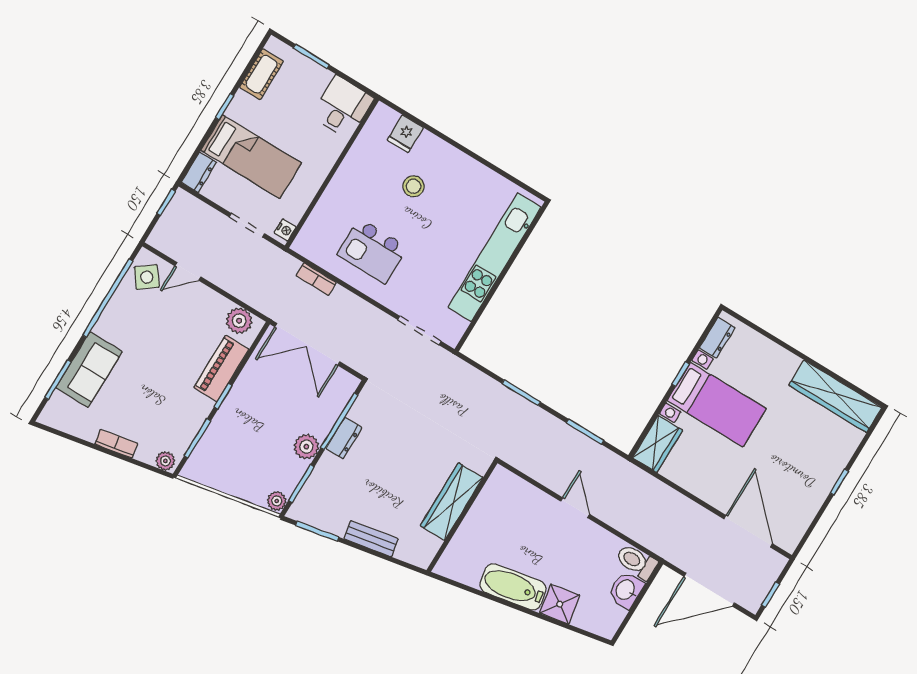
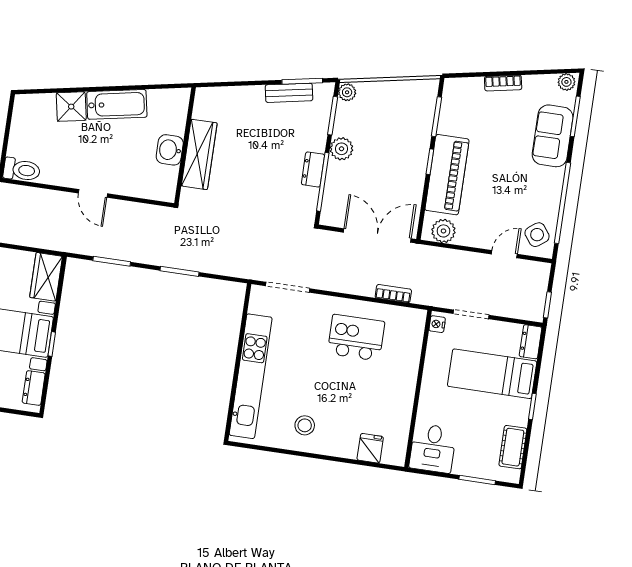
stool: (413, 186) -> (305, 425), moved
piano: (221, 368) -> (447, 175), width x1.37, depth x1.33
plant: (165, 461) -> (566, 82), moved
bench: (371, 539) -> (289, 93), moved
washbasin: (626, 590) -> (170, 150), moved, turned 180

